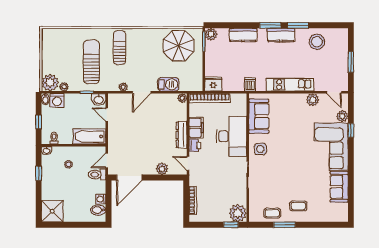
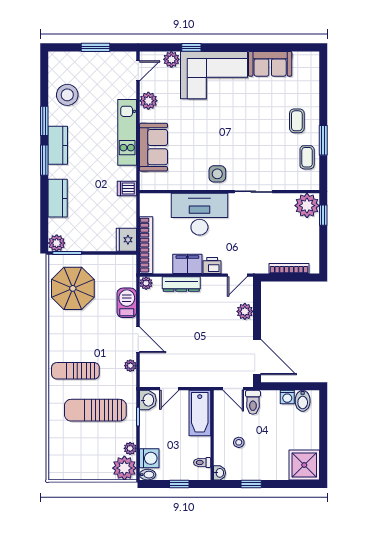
sofa: (259, 116) -> (153, 147), moved, turned 90
dresser: (182, 135) -> (181, 284), moved

